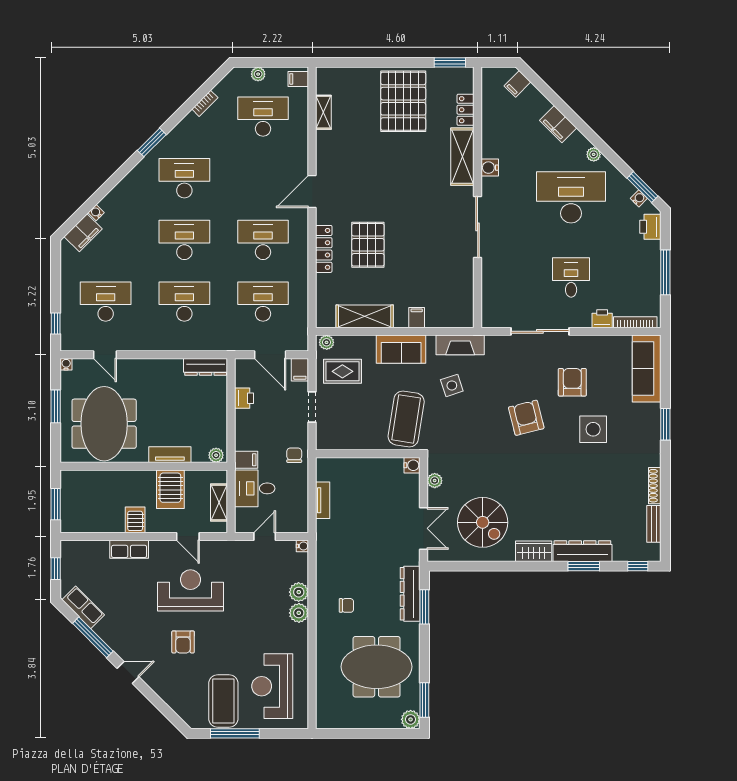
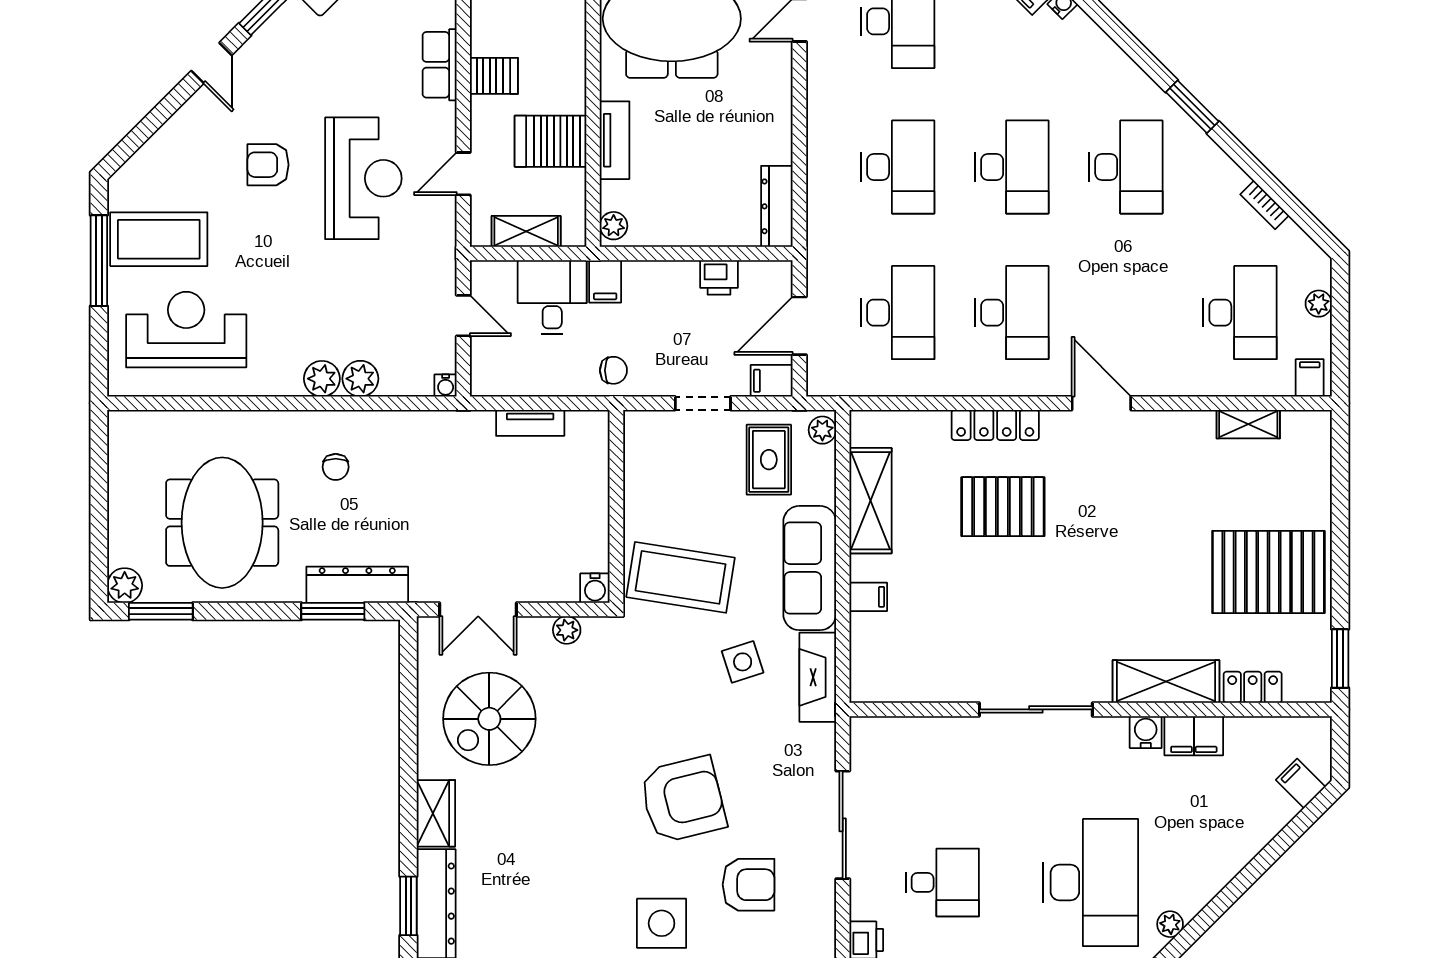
filing cabinet: (558, 124) -> (1194, 736), moved, turned -135
sofa: (401, 349) -> (810, 568), width x1.36
armchair: (526, 418) -> (683, 800), width x1.36, depth x1.36

